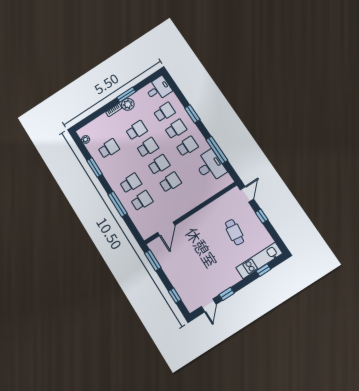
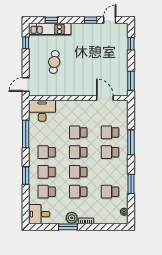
desk: (210, 166) -> (42, 111), moved, turned 90
window: (262, 216) -> (26, 43), moved
door: (166, 229) -> (105, 98), hinge flipped

